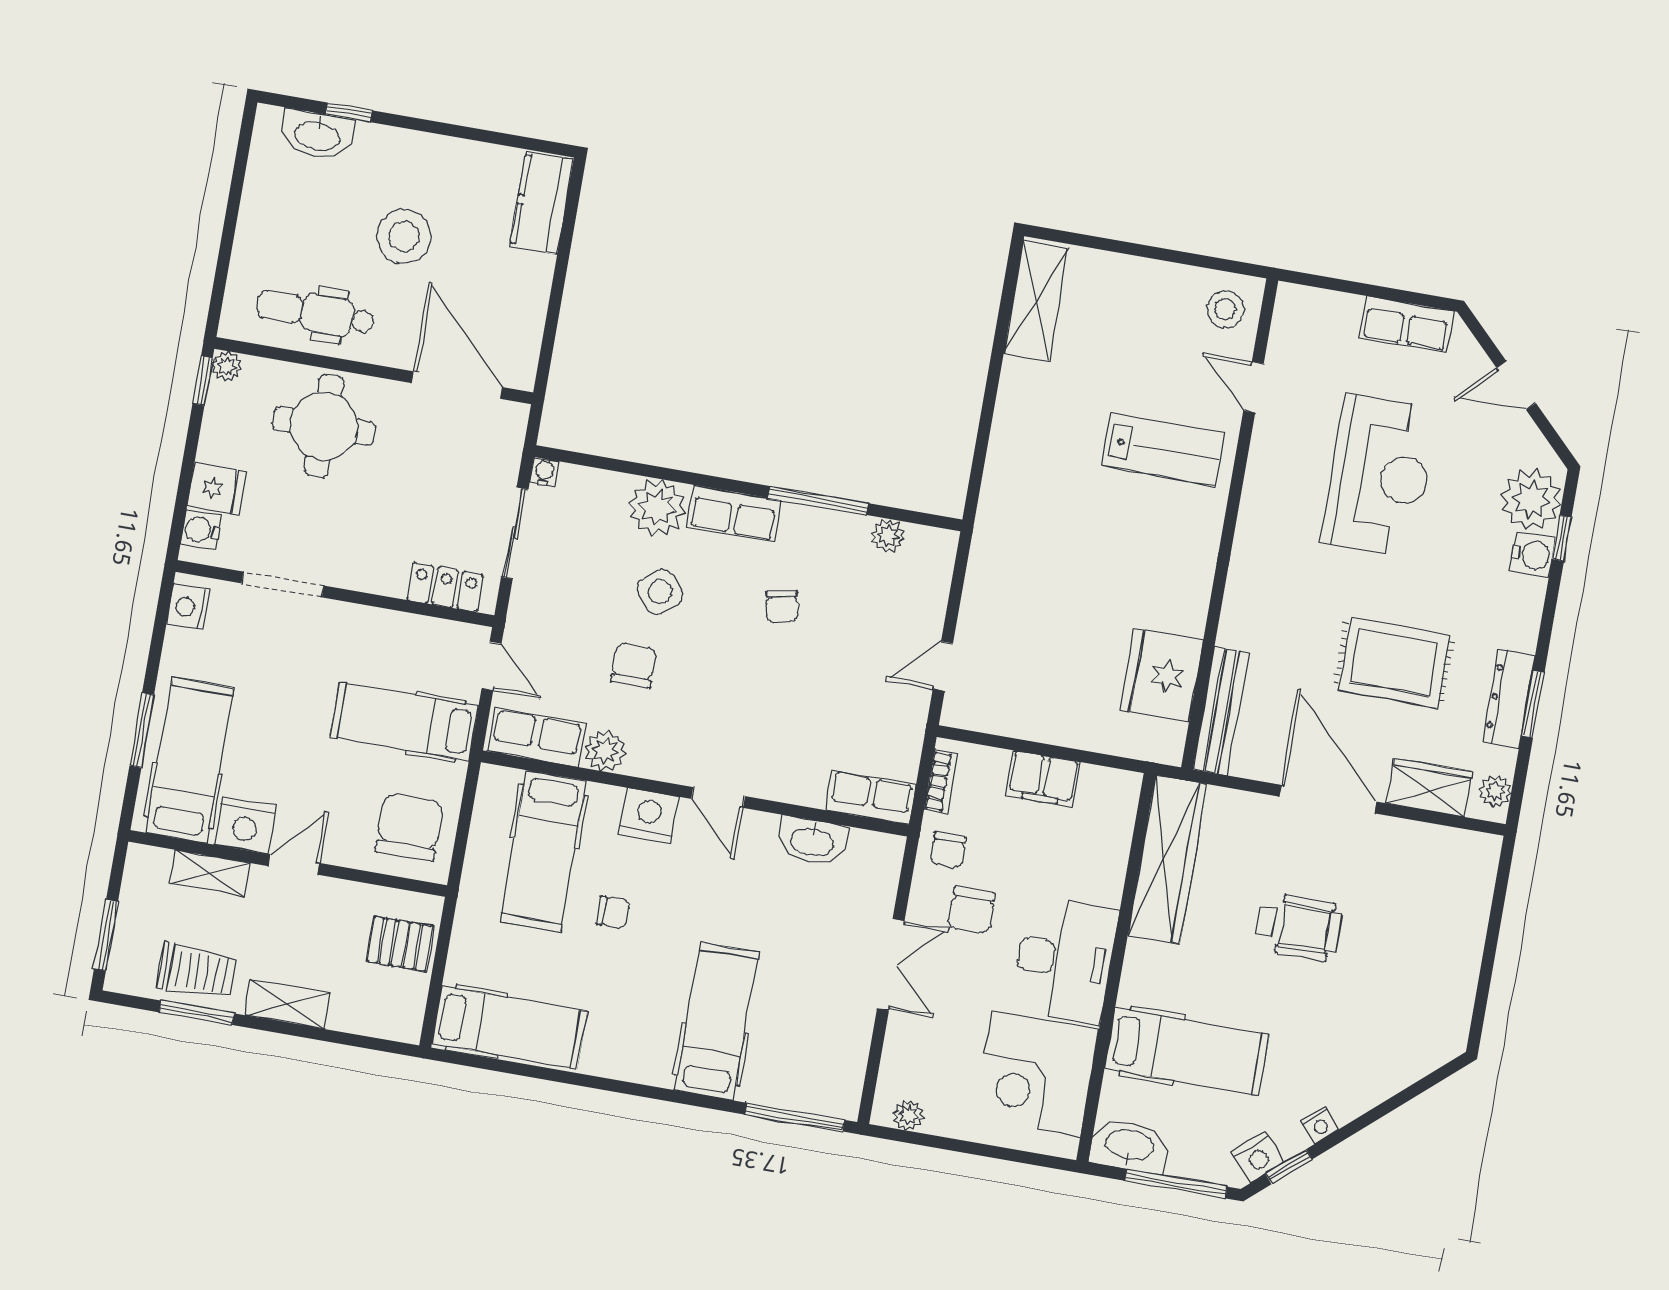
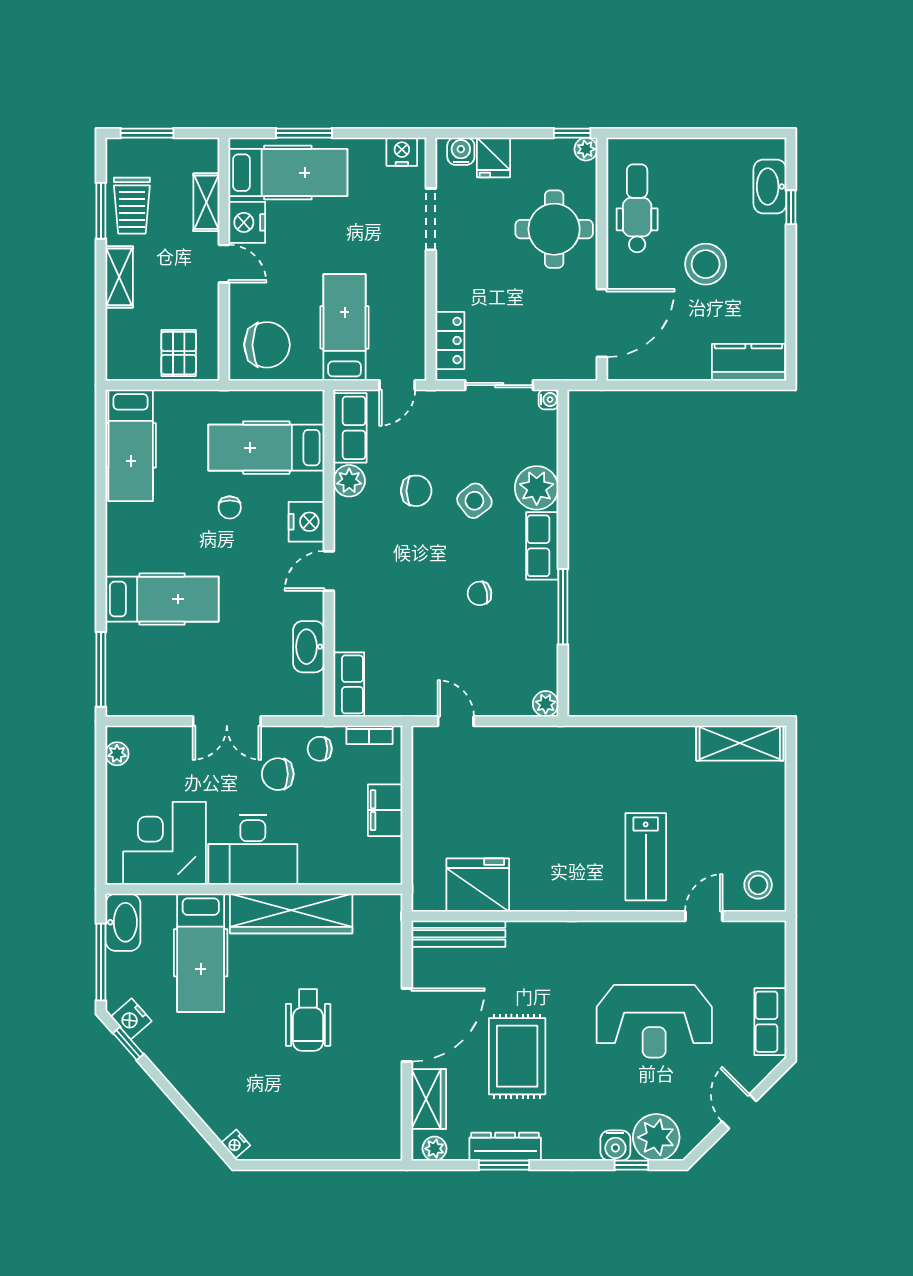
plant: (888, 536) -> (546, 704), moved
wardrobe: (1168, 860) -> (291, 913), moved
nightstand: (1320, 1125) -> (236, 1144), moved

